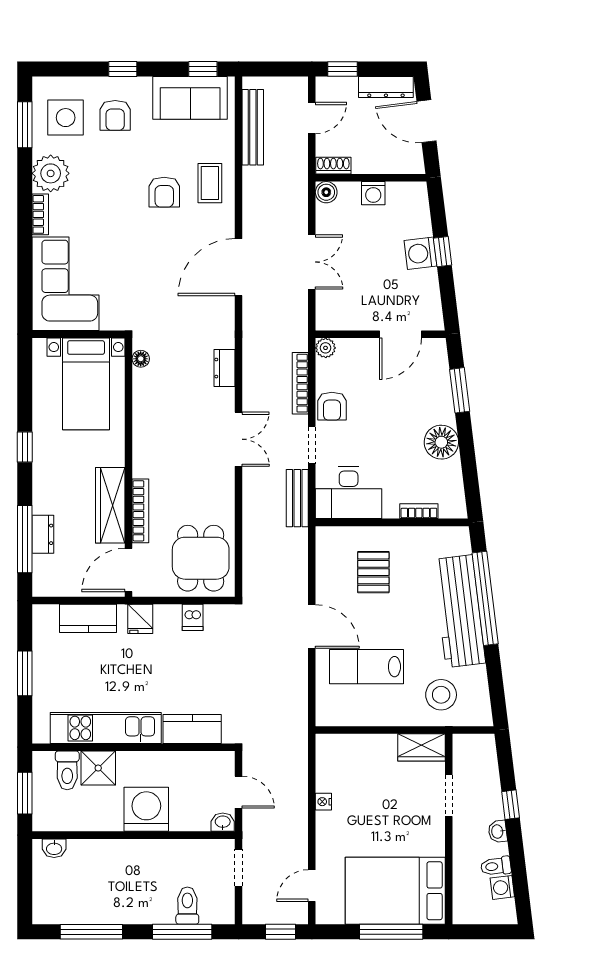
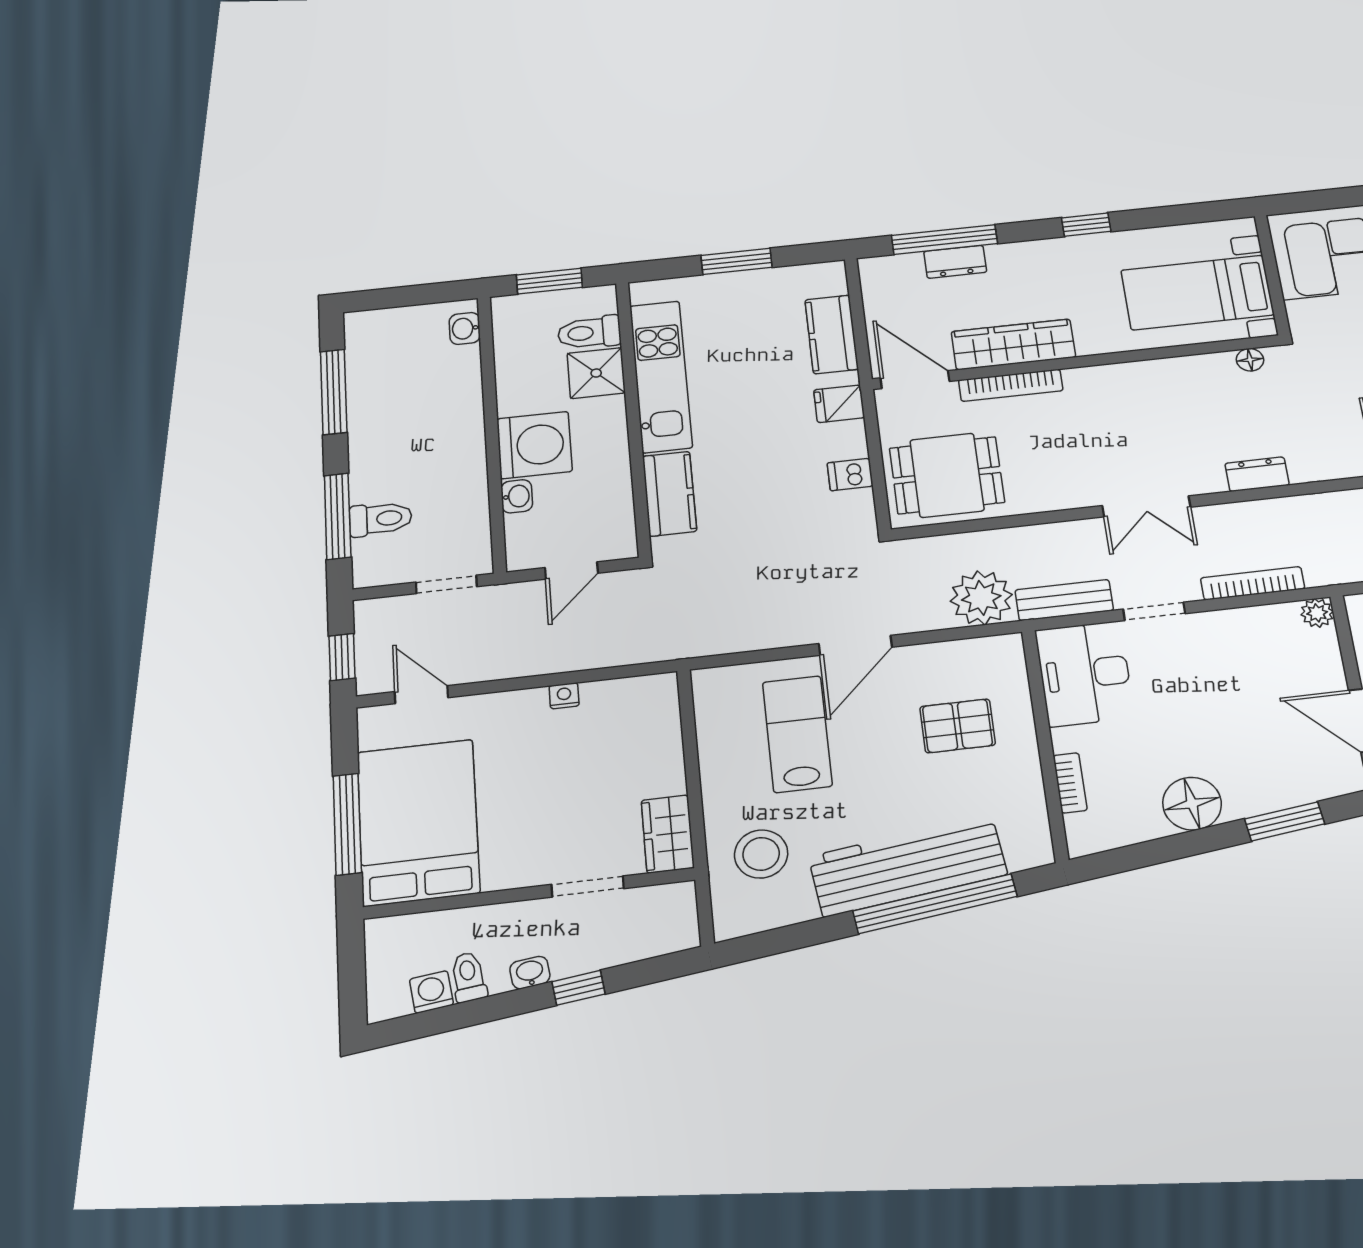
armchair: (332, 406) -> (1223, 633), removed
plant: (289, 548) -> (981, 598), added
washbasin: (223, 822) -> (517, 496), moved

